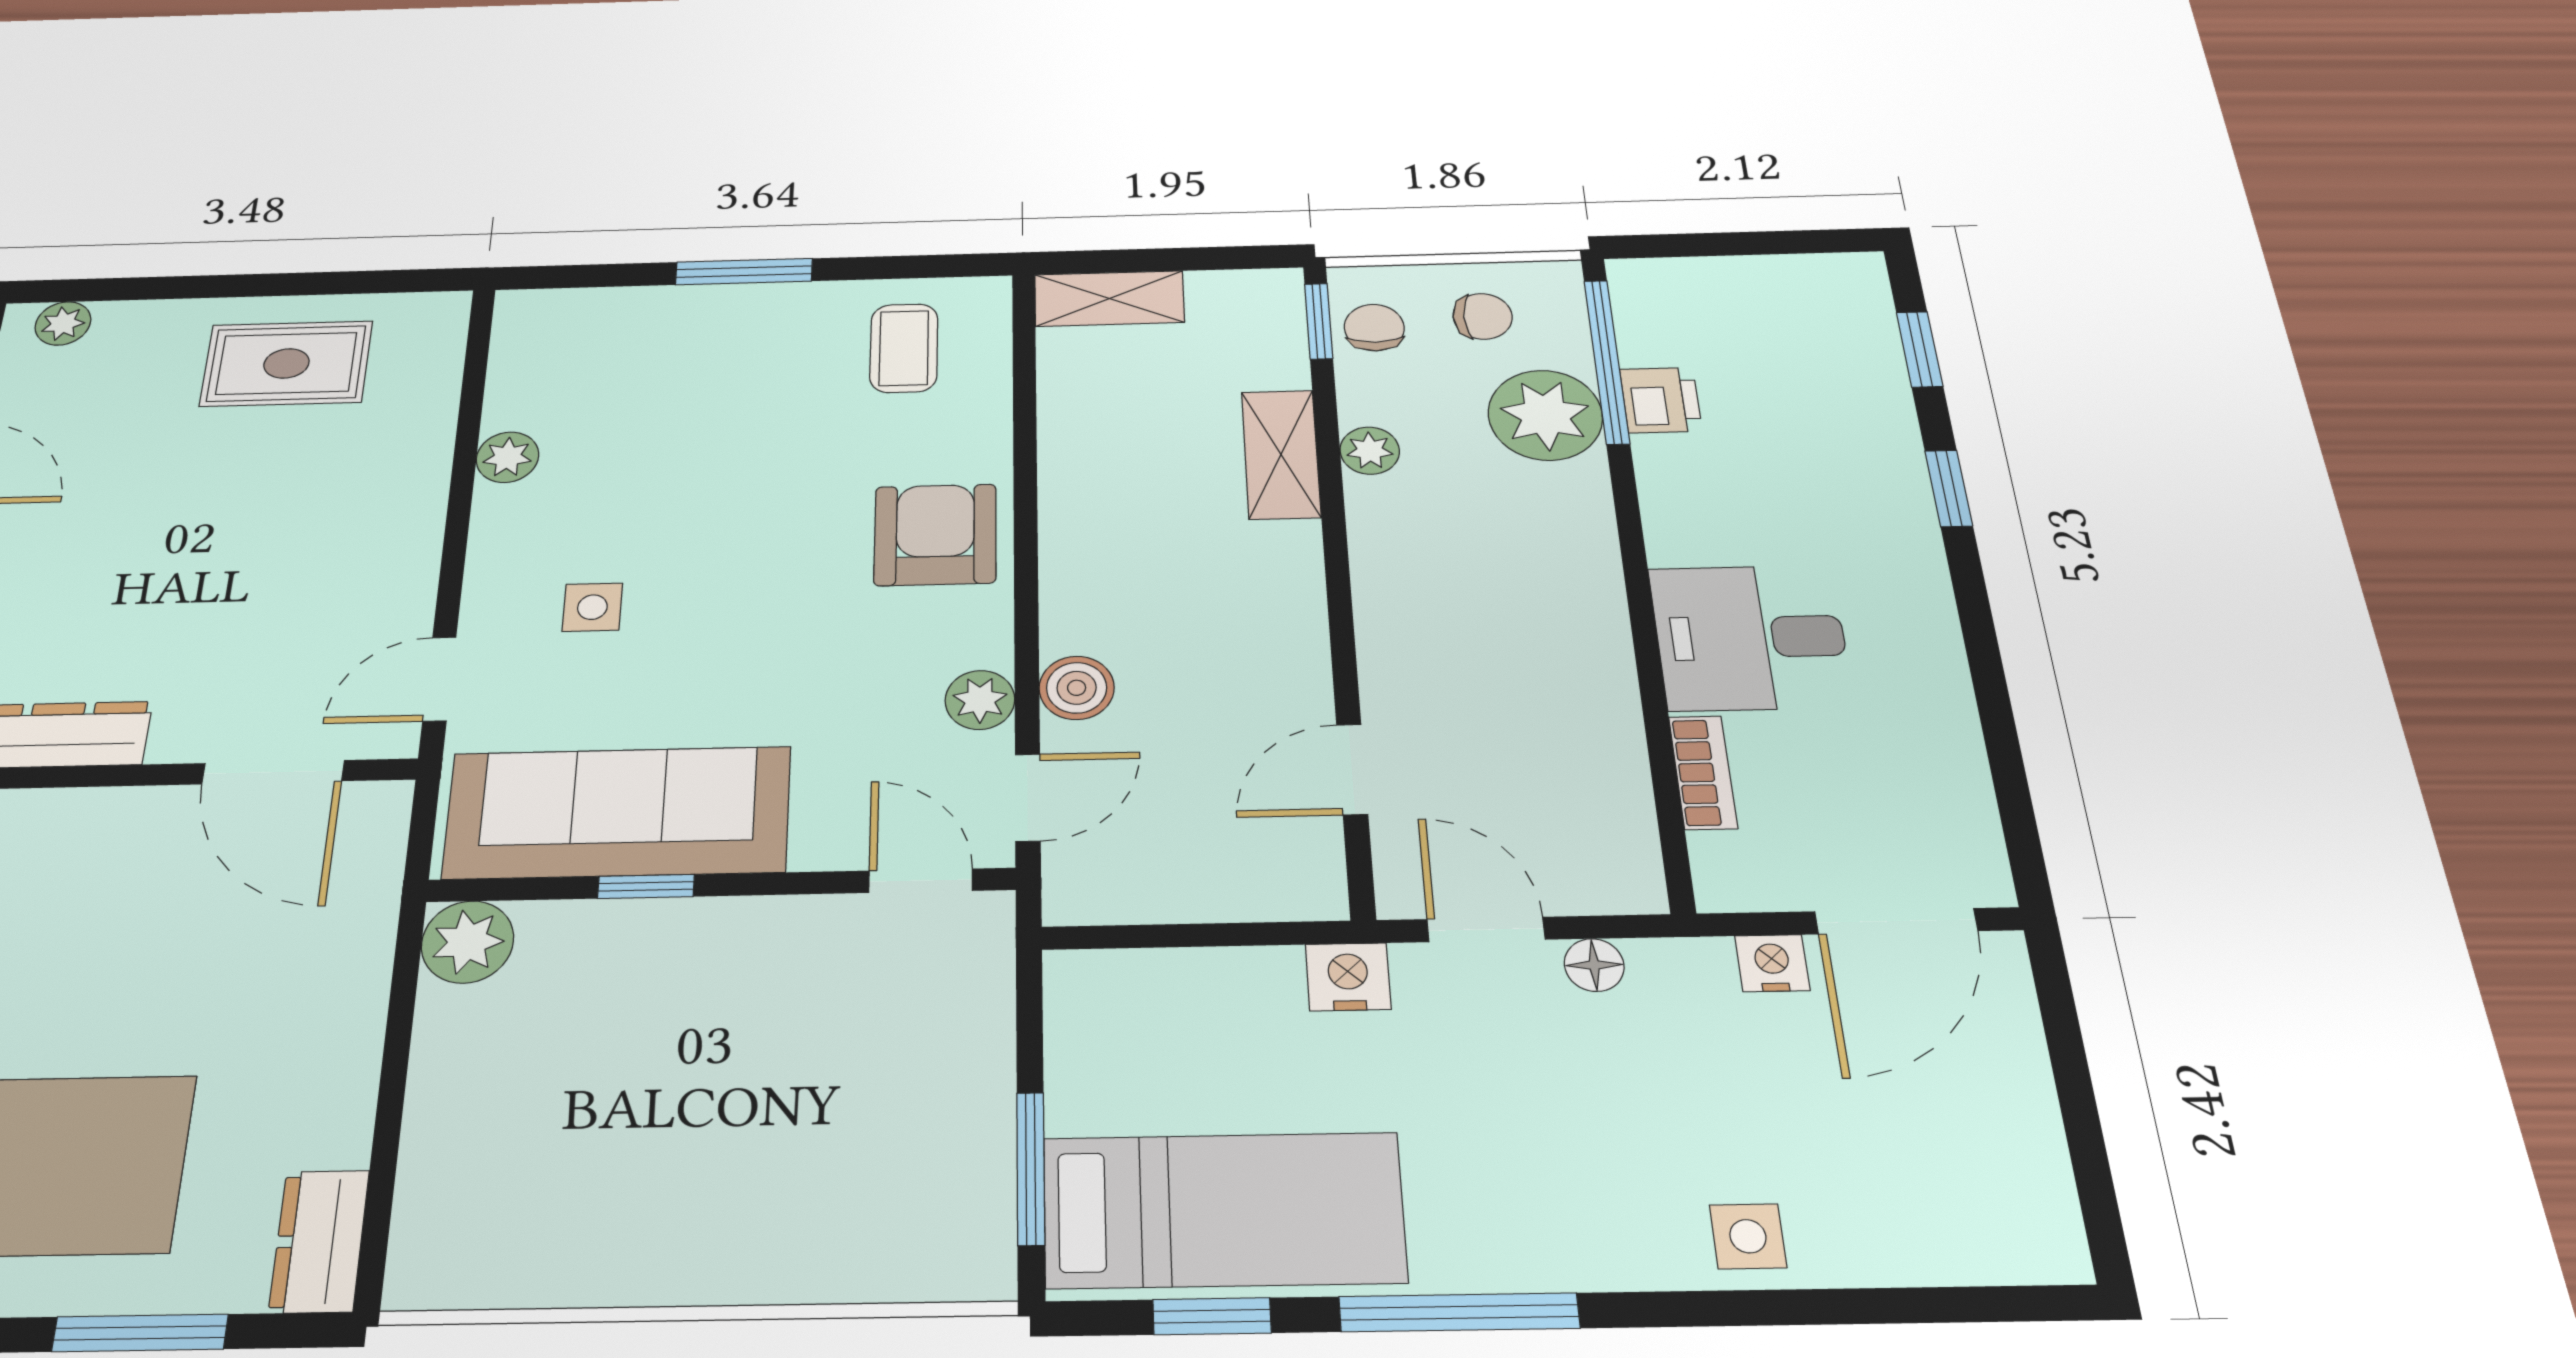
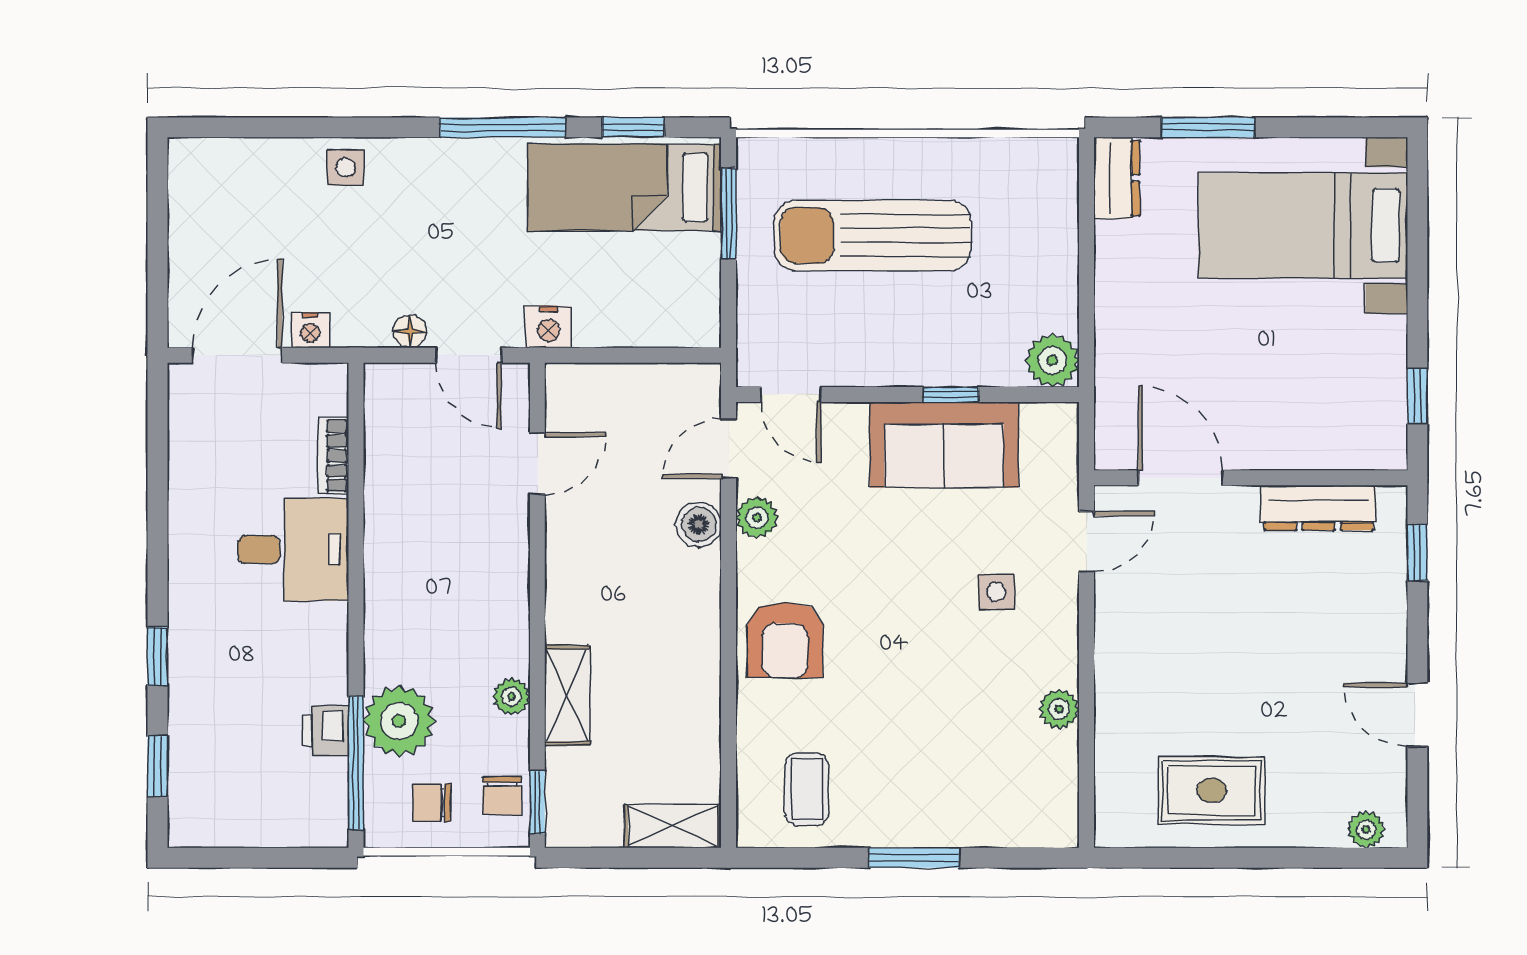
sofa: (618, 812) -> (944, 445), width x0.73
sun lounger: (770, 1136) -> (873, 235), added

